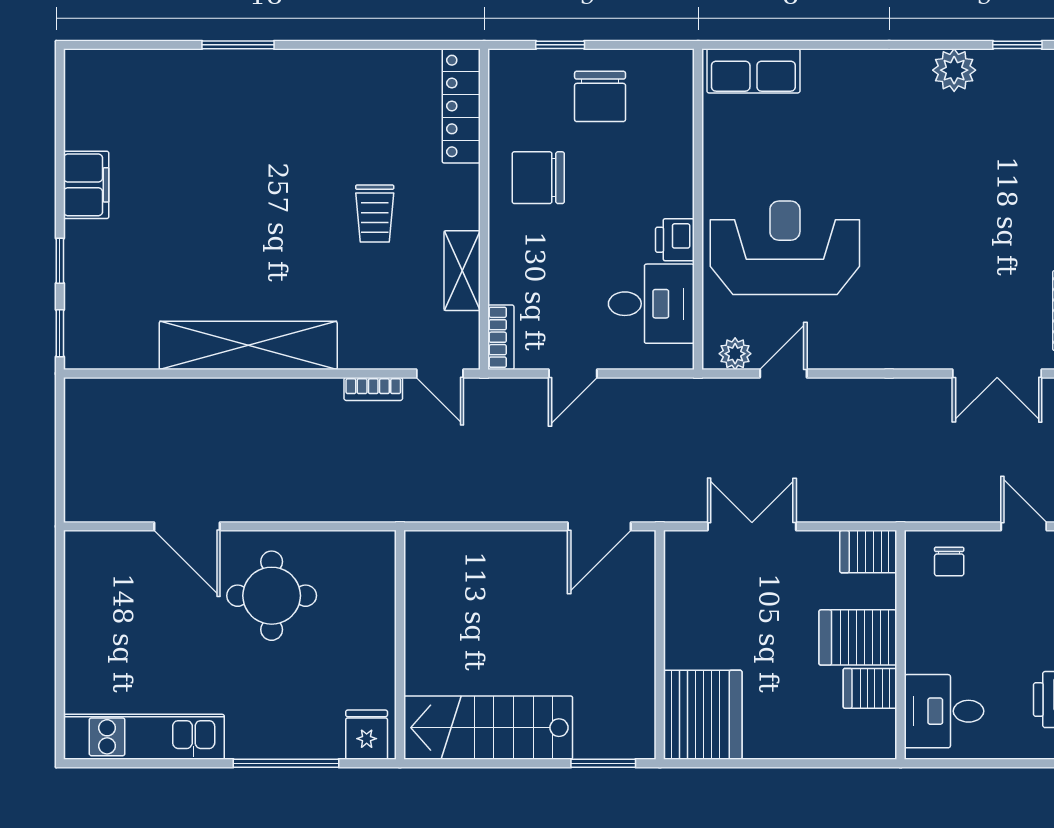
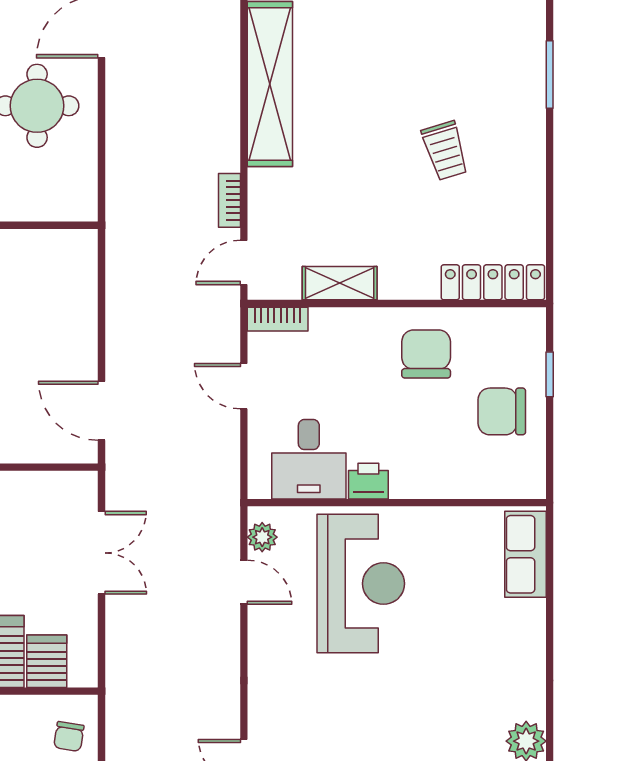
trolley: (375, 213) -> (445, 151), moved, turned -107
server rack: (868, 552) -> (47, 661), moved
chair: (949, 561) -> (69, 736), turned -81

